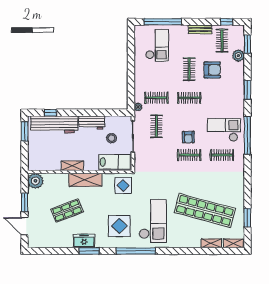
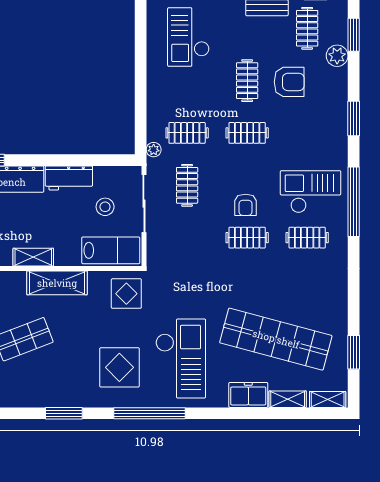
checkout: (157, 45) -> (188, 37), turned 180
freezer: (84, 241) -> (248, 395), moved

